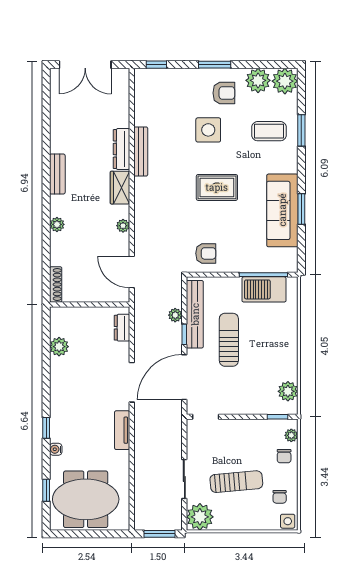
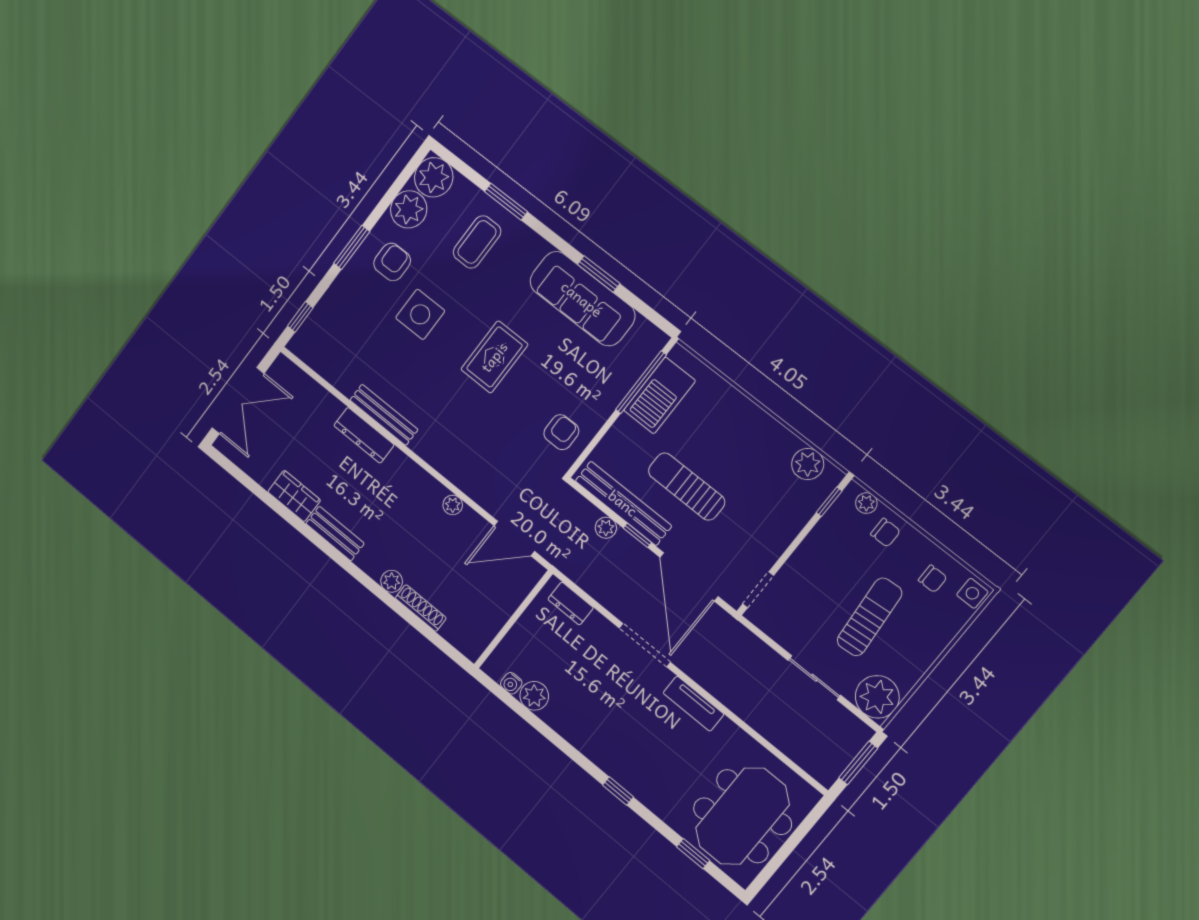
wardrobe: (120, 188) -> (294, 496), moved, turned 180
shoe rack: (56, 284) -> (421, 608), moved
water cooler: (56, 449) -> (511, 683), moved

